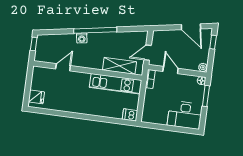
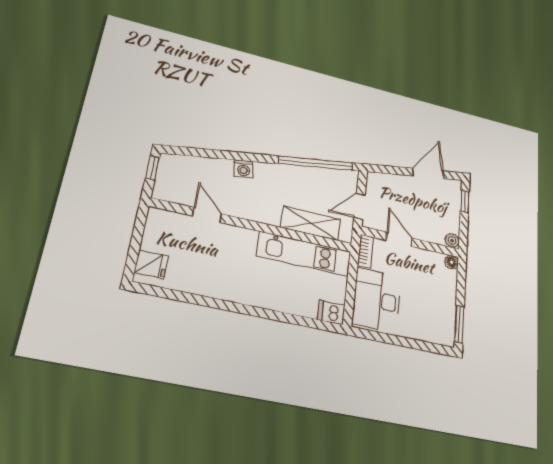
door: (191, 27) -> (428, 173), swing flipped
window: (95, 30) -> (316, 163), moved
door: (63, 67) -> (207, 215), hinge flipped
window: (206, 96) -> (459, 324), moved
desk: (185, 115) -> (377, 300), moved, turned 90

